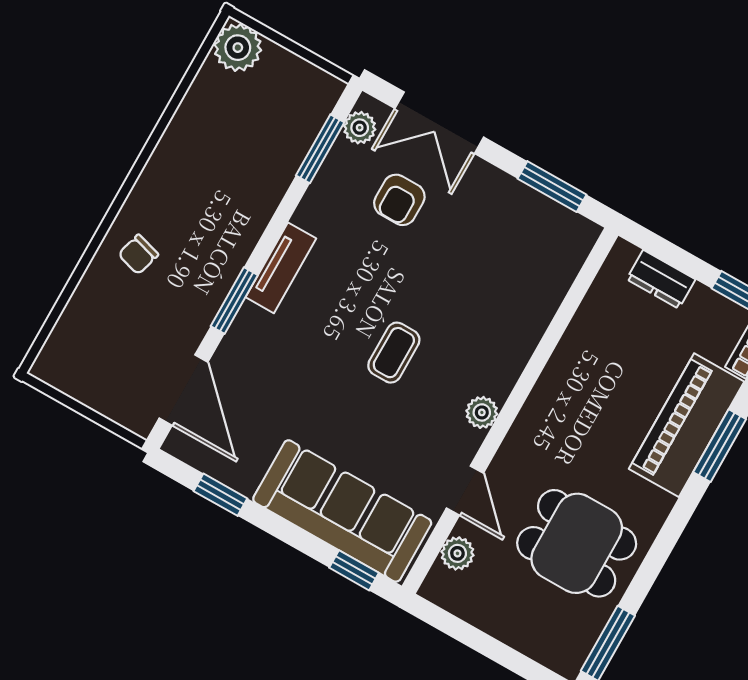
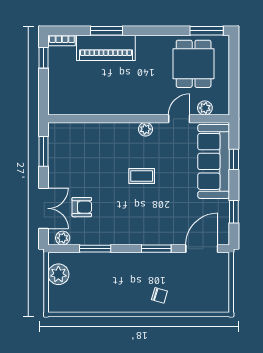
plant: (238, 48) -> (58, 274), moved
window: (320, 149) -> (95, 249), moved
tv unit: (281, 268) -> (134, 238), removed
dresser: (661, 279) -> (55, 89), removed
dining table: (577, 543) -> (194, 64), moved
window: (354, 570) -> (234, 159), moved

